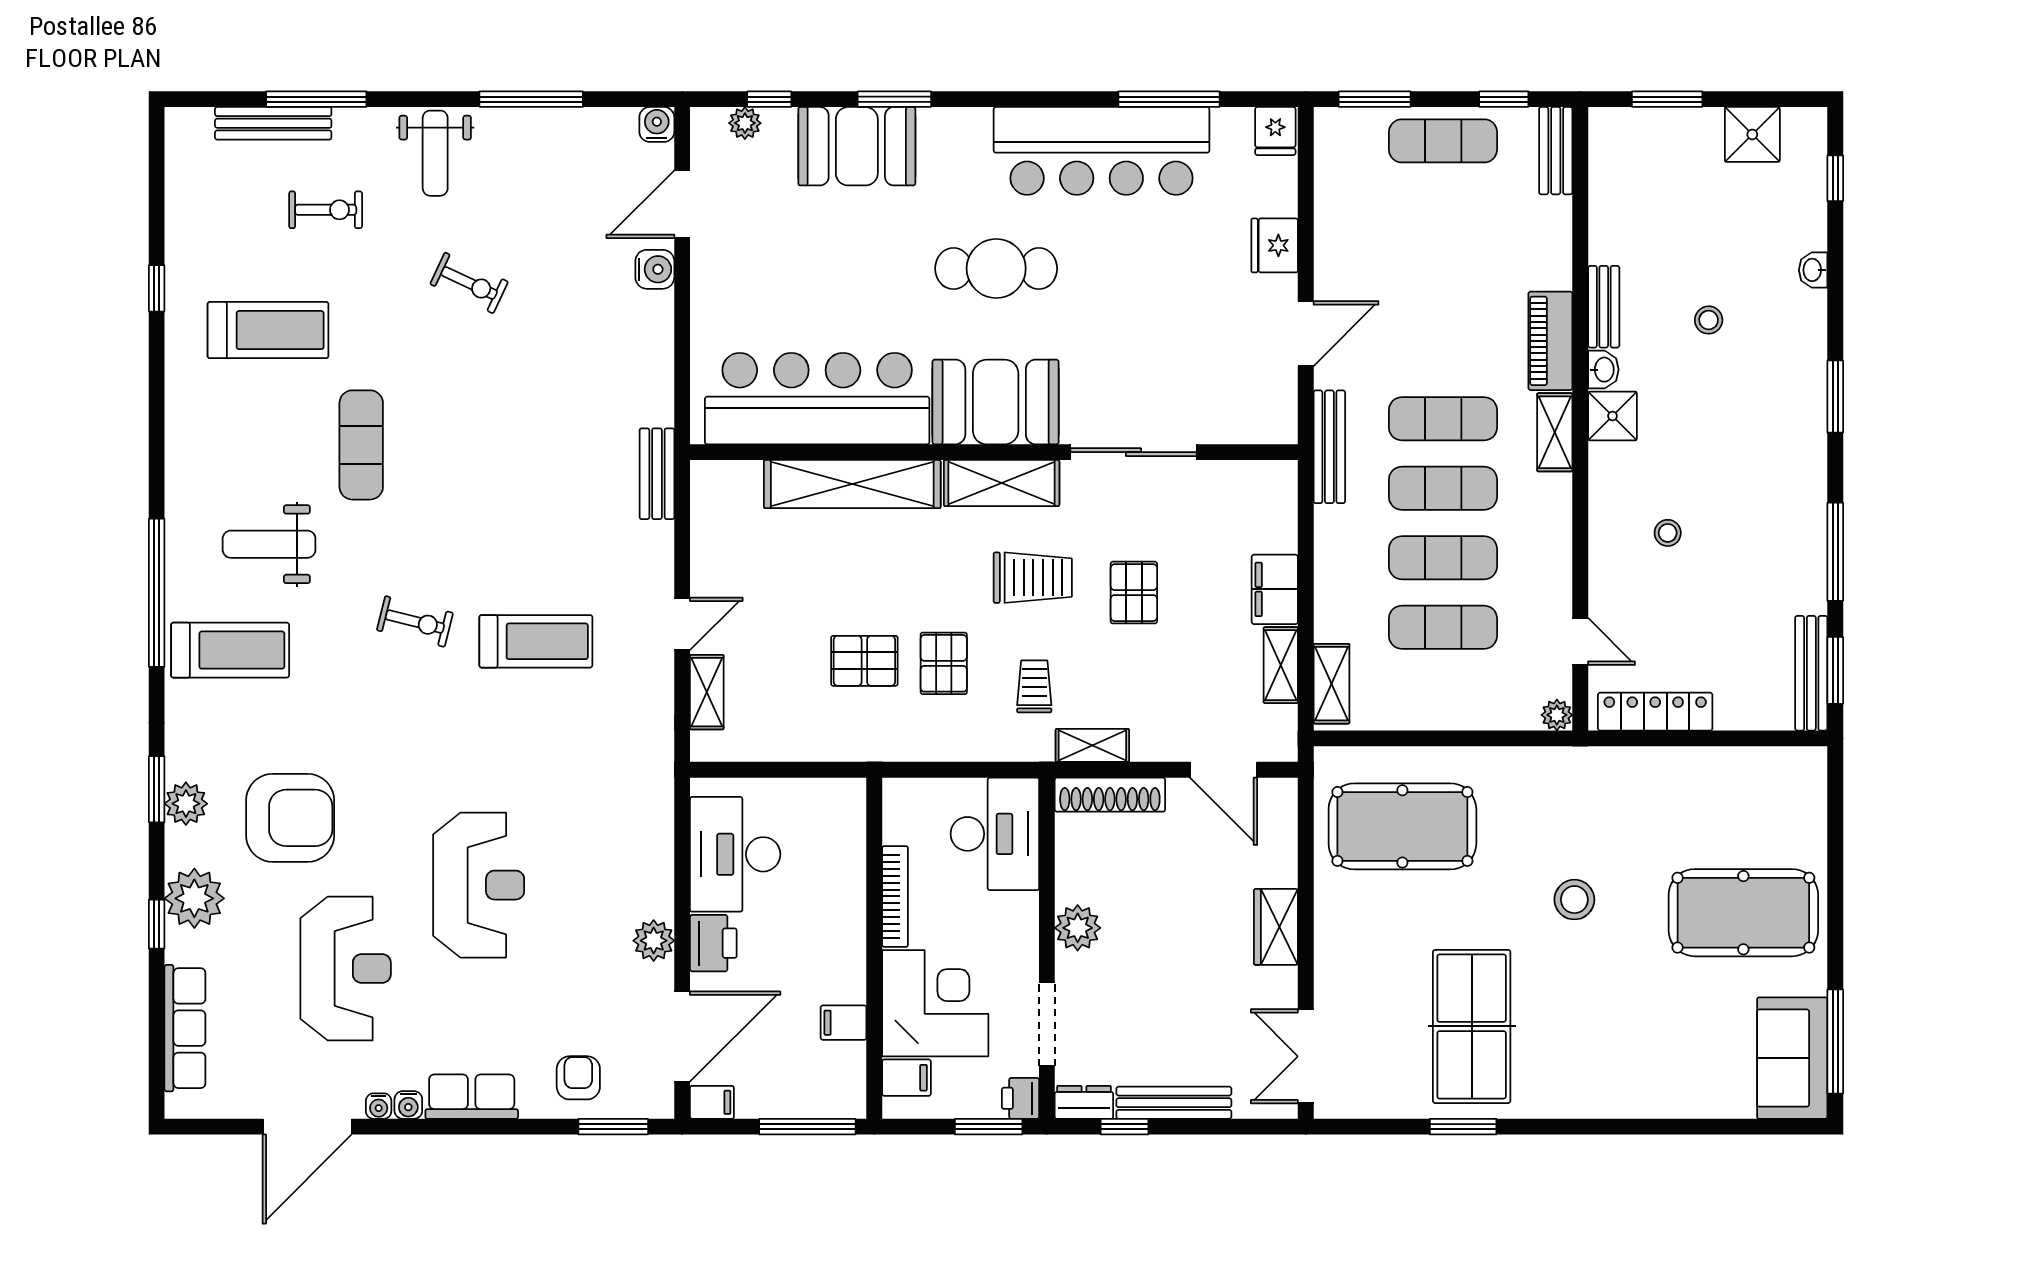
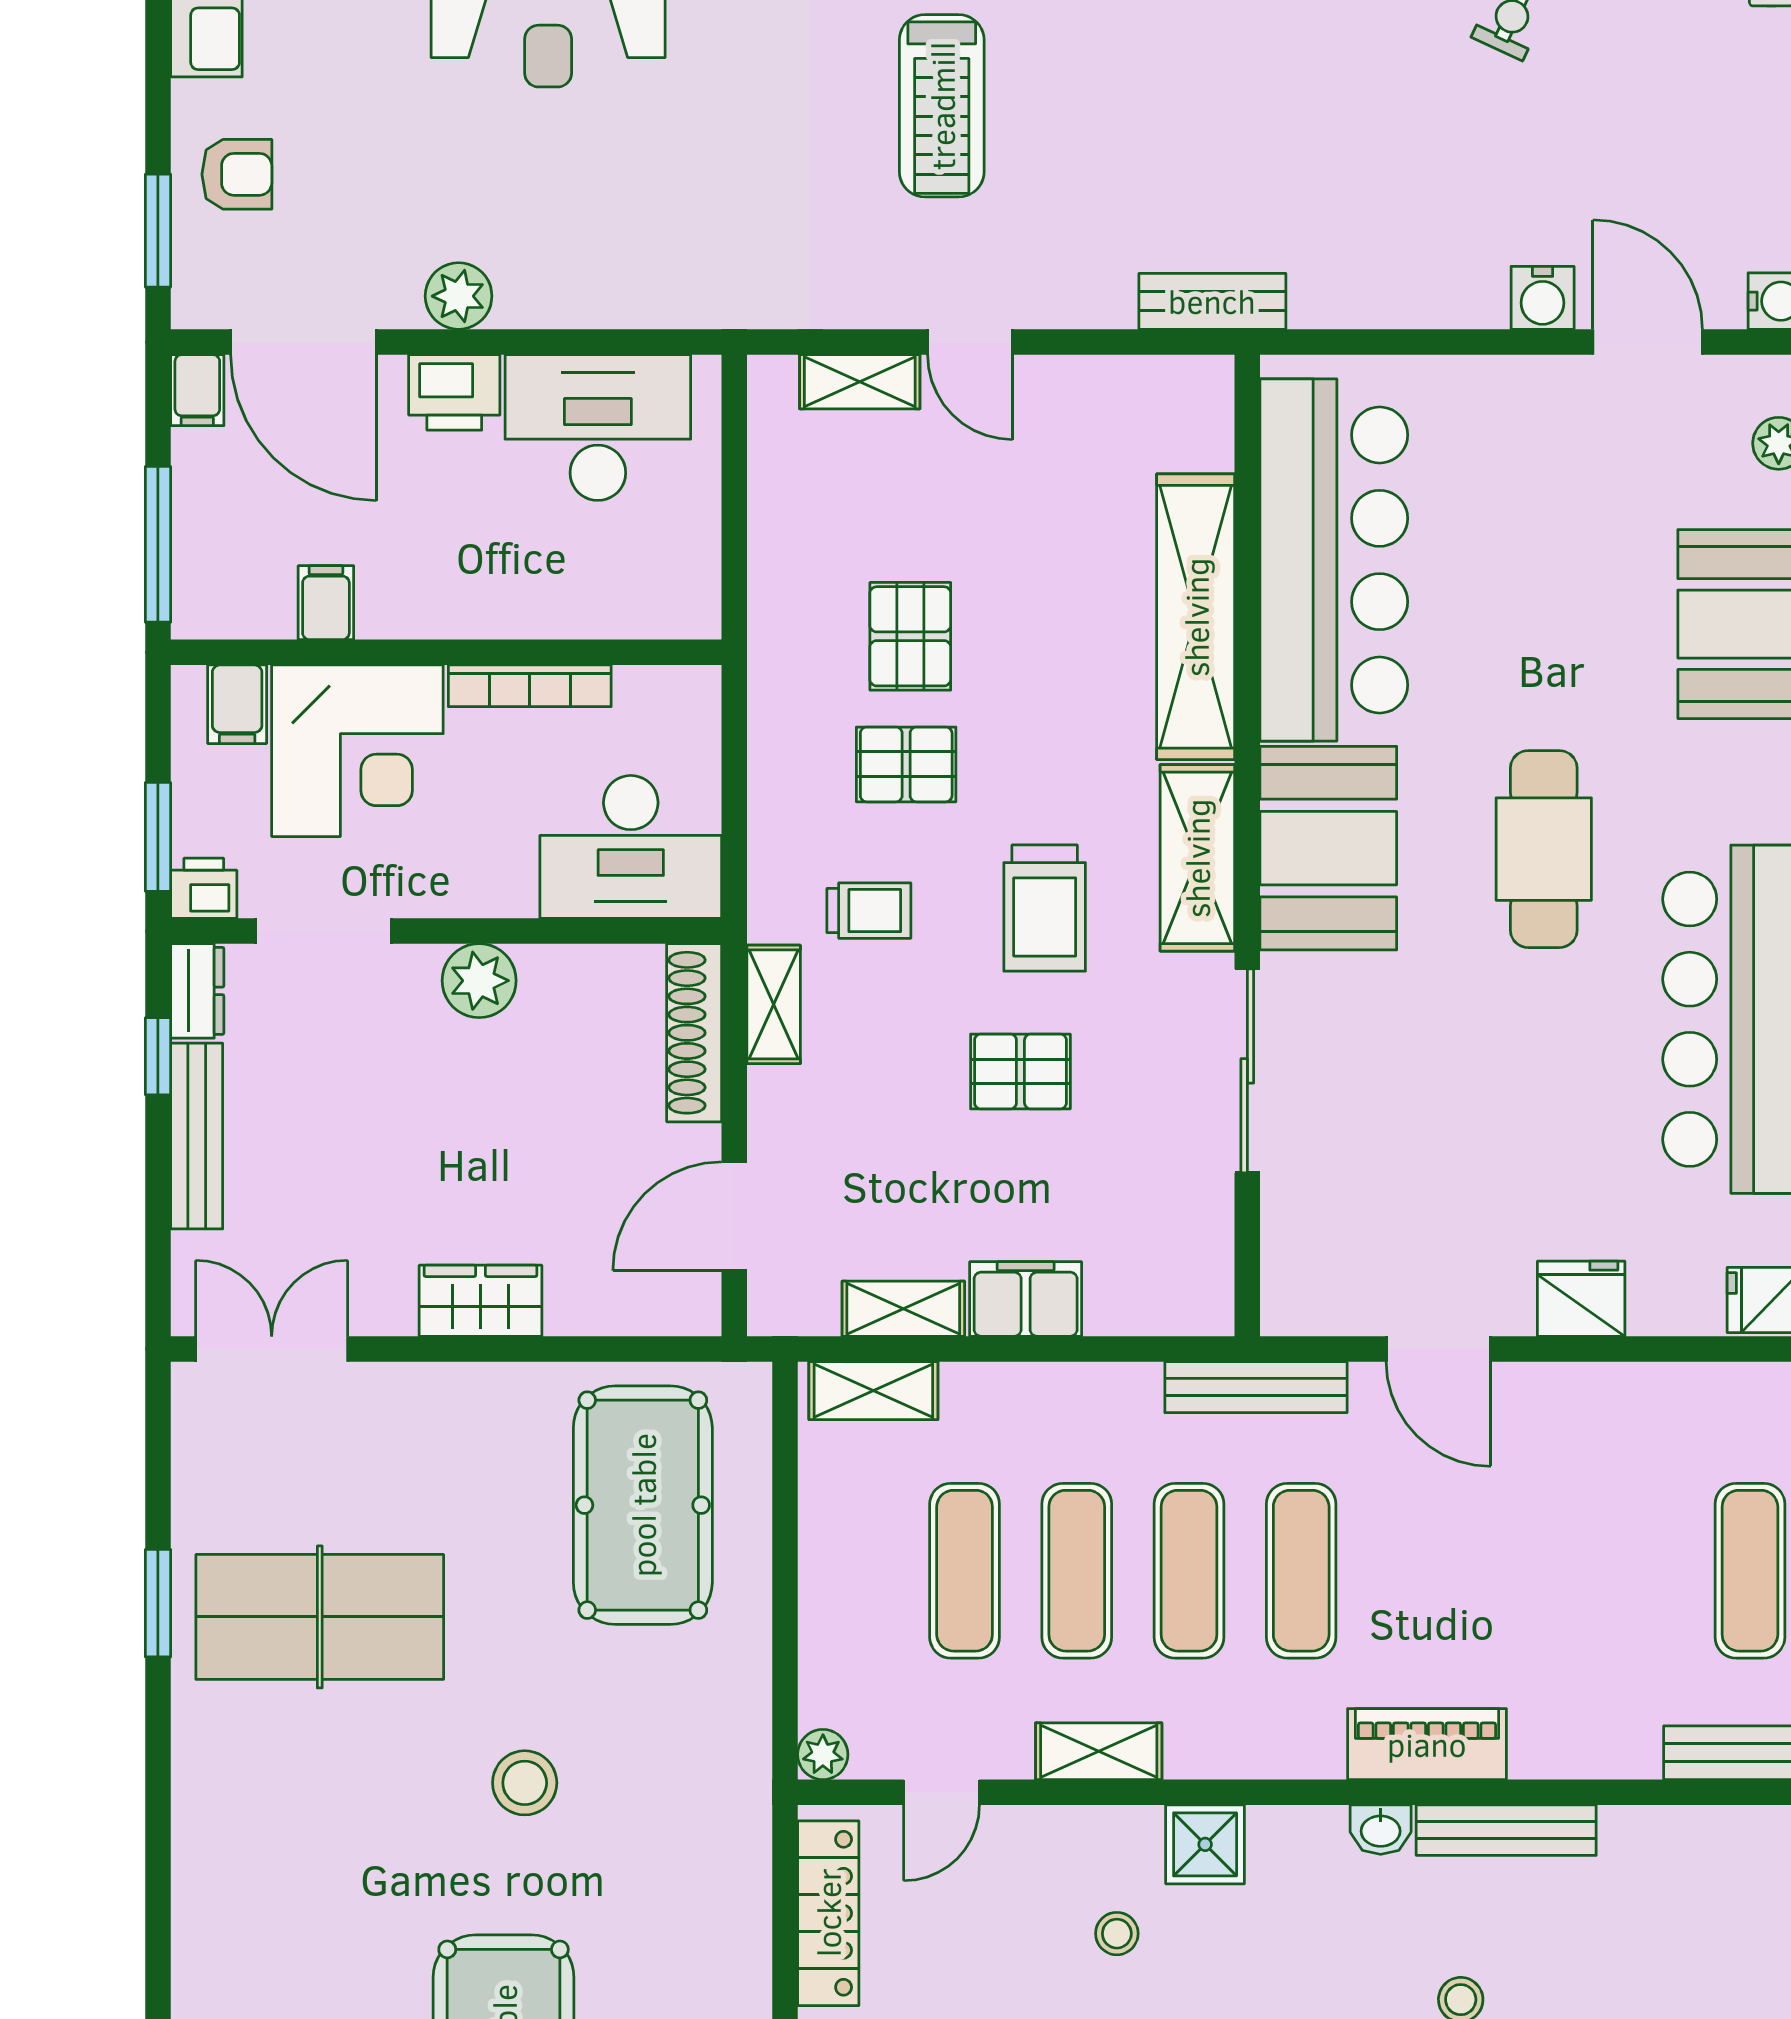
bench: (1604, 307) -> (1506, 1830), width x1.36
shower: (1612, 416) -> (1205, 1844), moved
shelving: (1555, 432) -> (1099, 1751), moved

